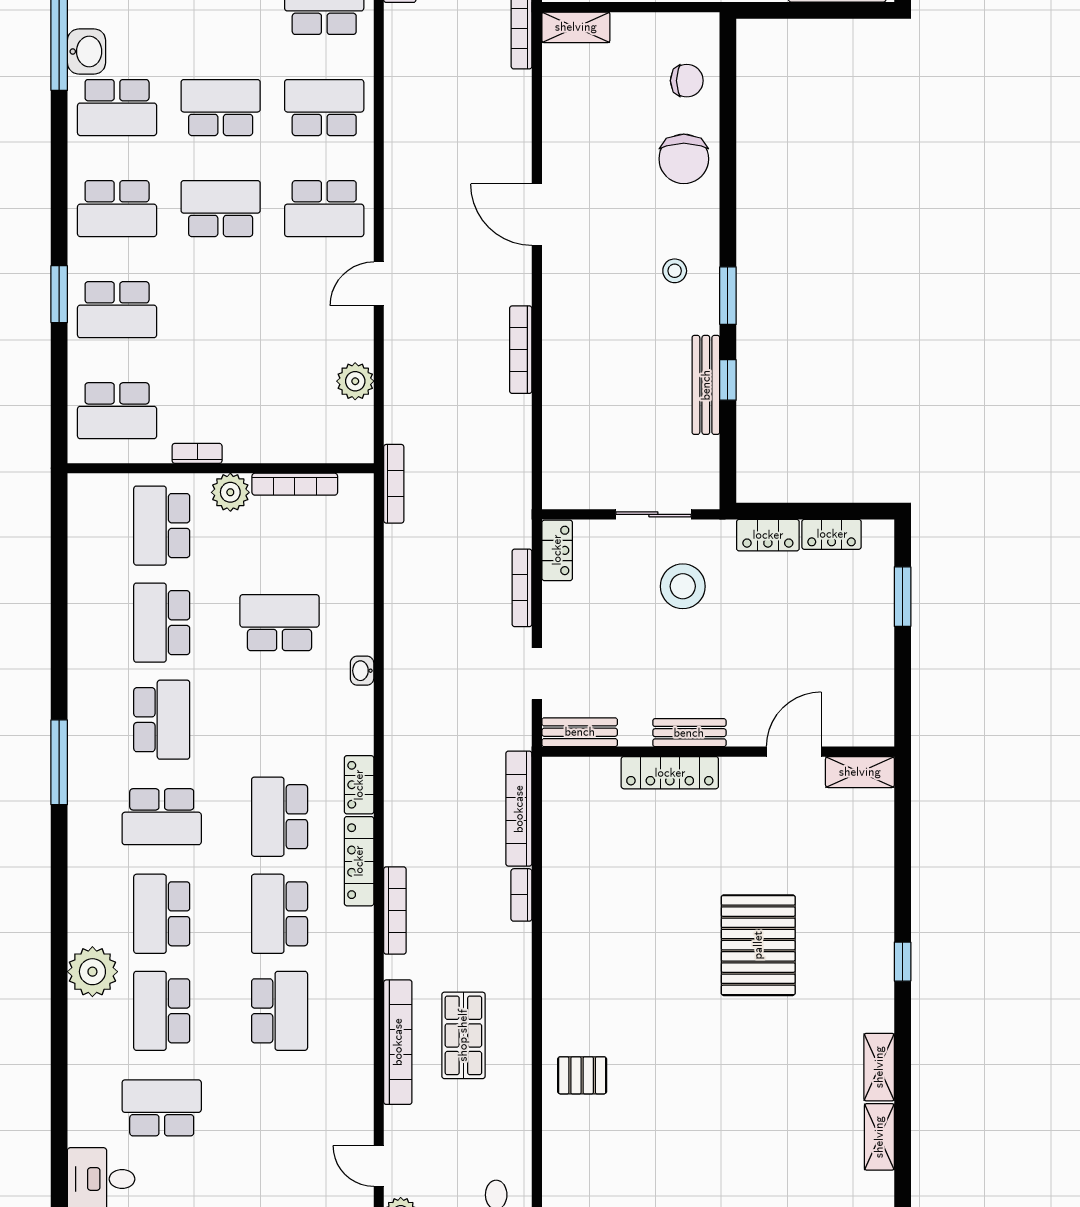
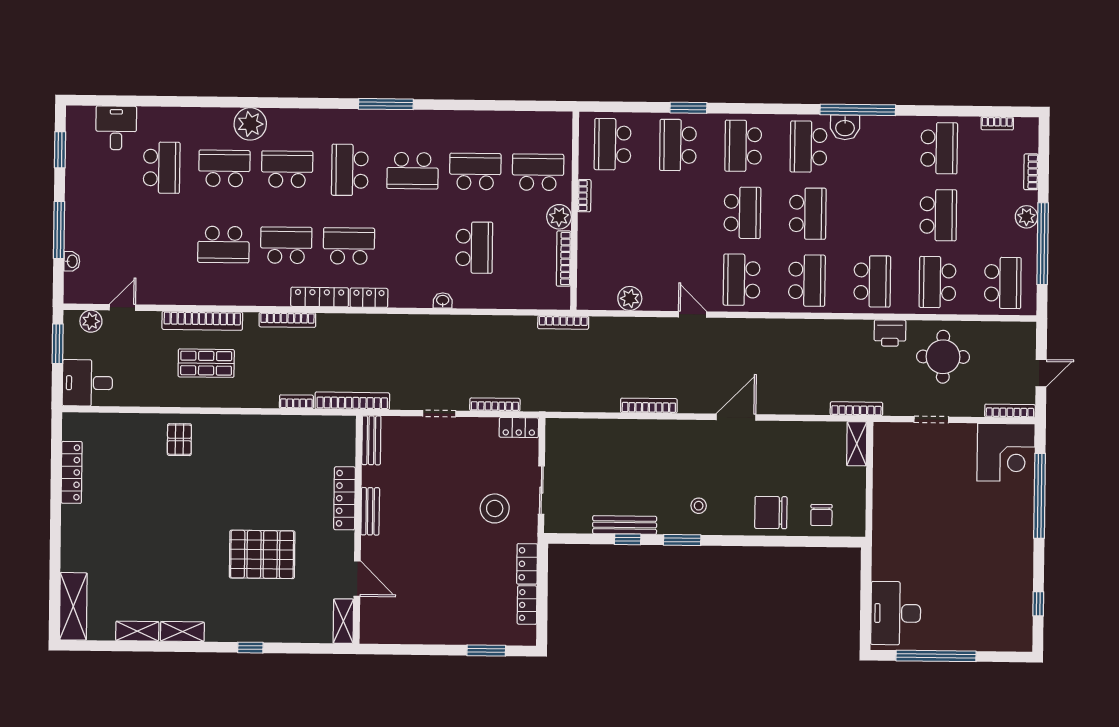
bench: (580, 732) -> (371, 440), moved
bench: (689, 733) -> (370, 511), moved
wall: (718, 752) -> (358, 530), moved
door: (794, 752) -> (357, 579), moved
shelving: (860, 772) -> (343, 621), moved
locker: (670, 773) -> (345, 498), moved

